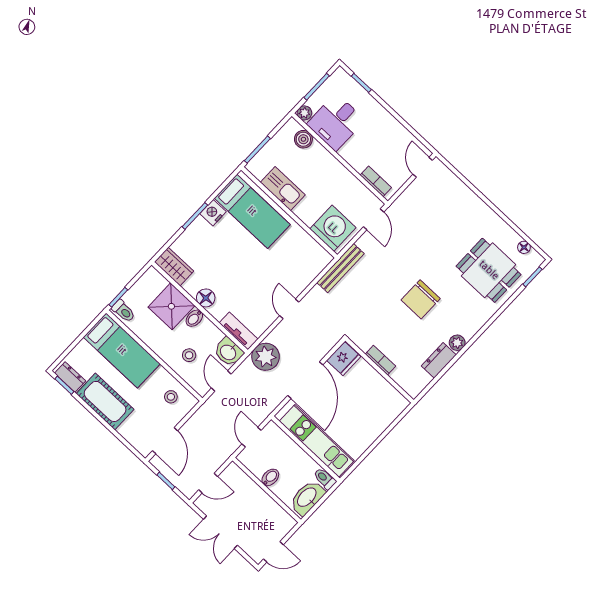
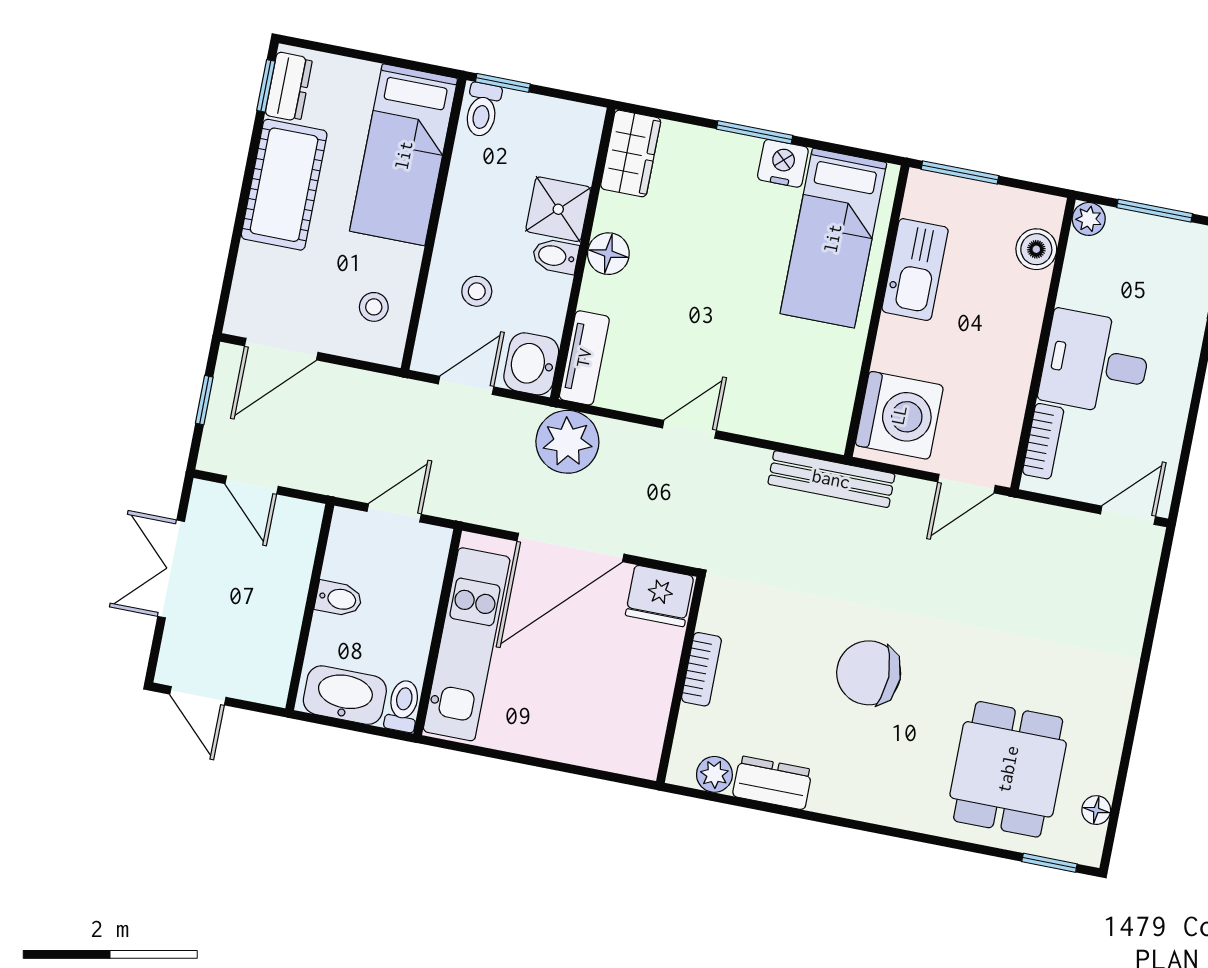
desk: (336, 122) -> (1095, 363), moved
shower: (171, 306) -> (558, 209), width x0.73, depth x0.73
plant: (457, 343) -> (714, 774), moved

